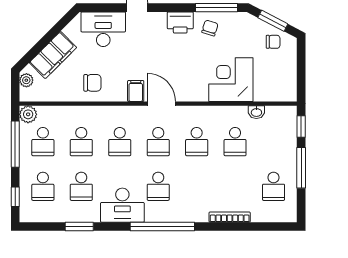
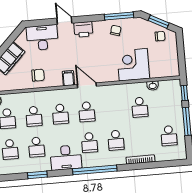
printer: (180, 22) -> (83, 29), moved
school desk: (197, 142) -> (116, 140), moved

